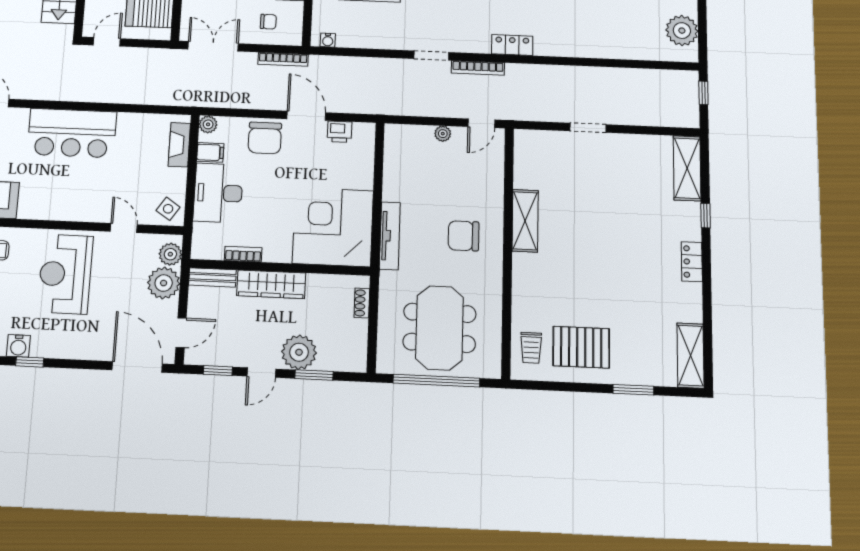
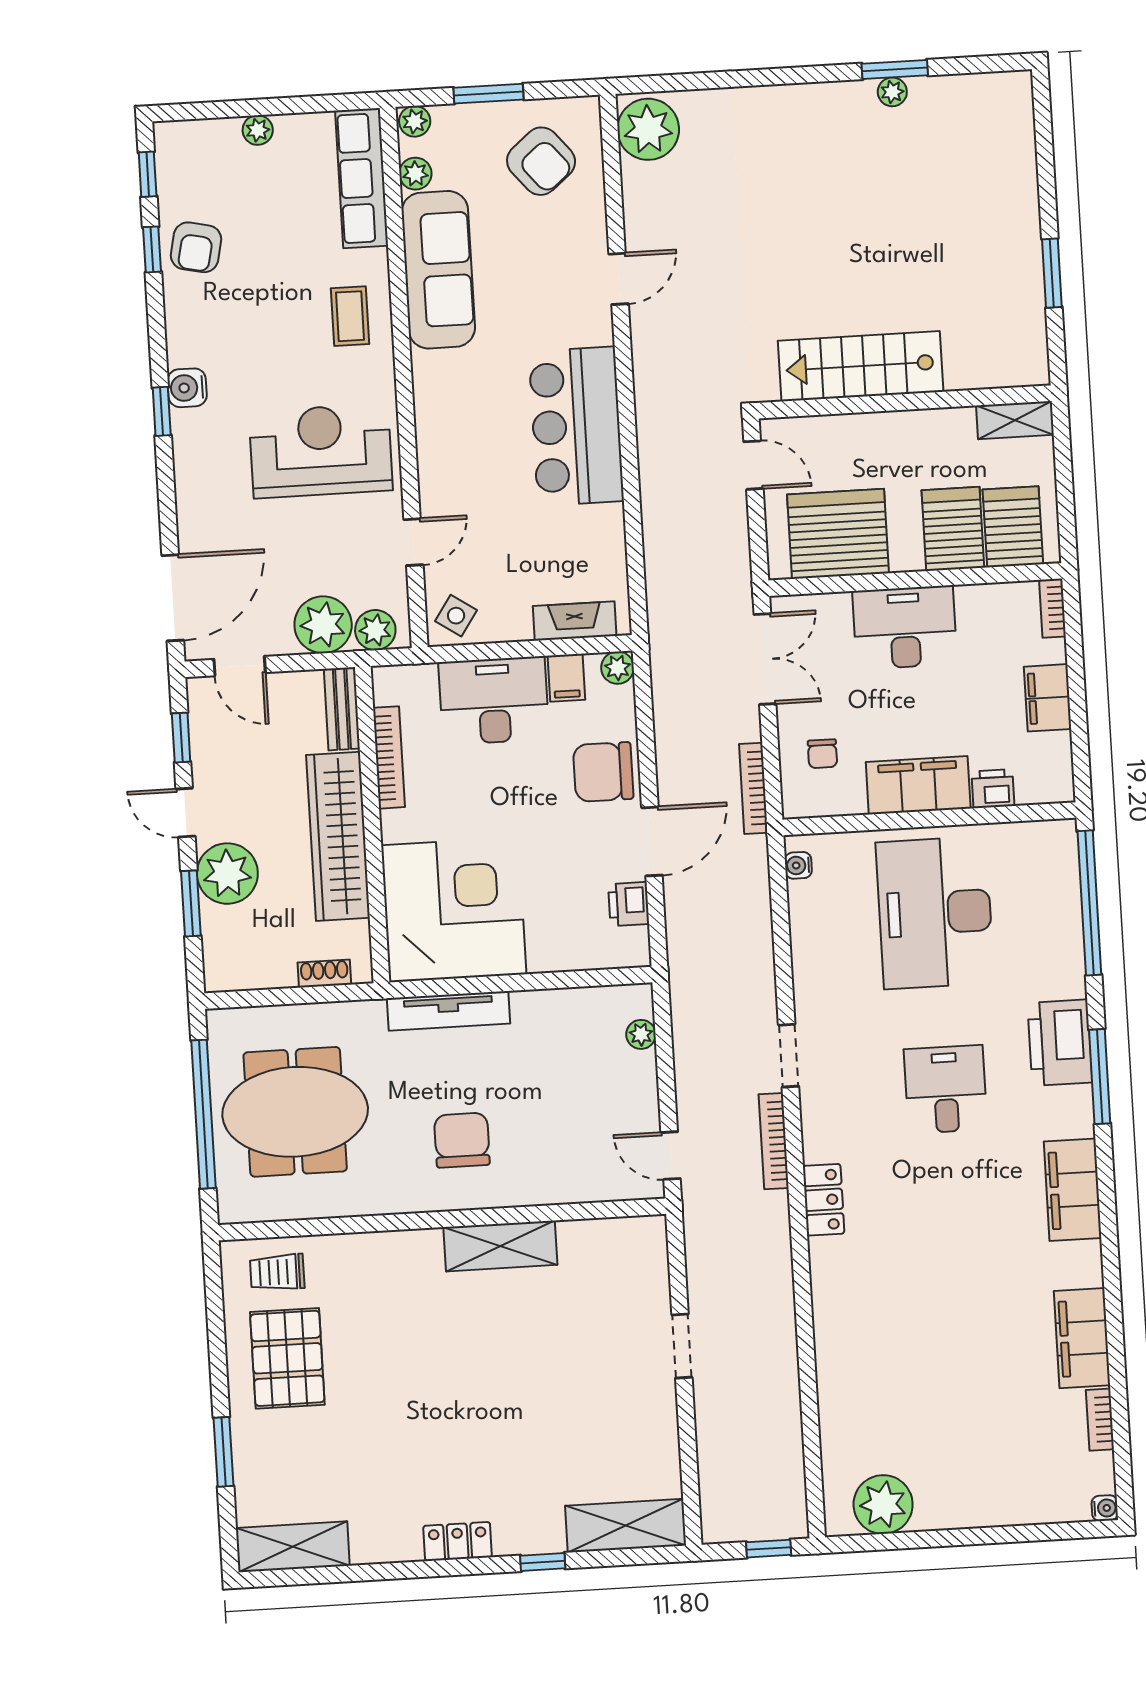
plant: (443, 134) -> (641, 1034), moved
bookcase: (243, 254) -> (389, 757), width x1.56
wardrobe: (271, 284) -> (338, 836), width x1.40, depth x1.17

